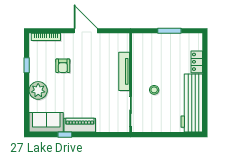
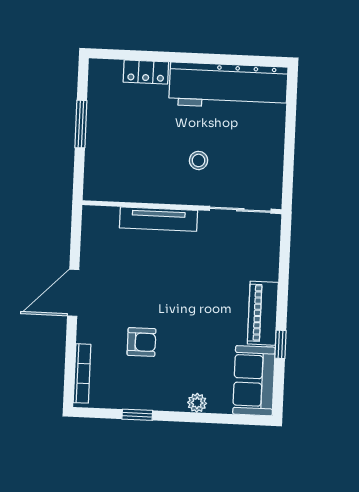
plant: (38, 90) -> (197, 403), width x0.53, depth x0.53

